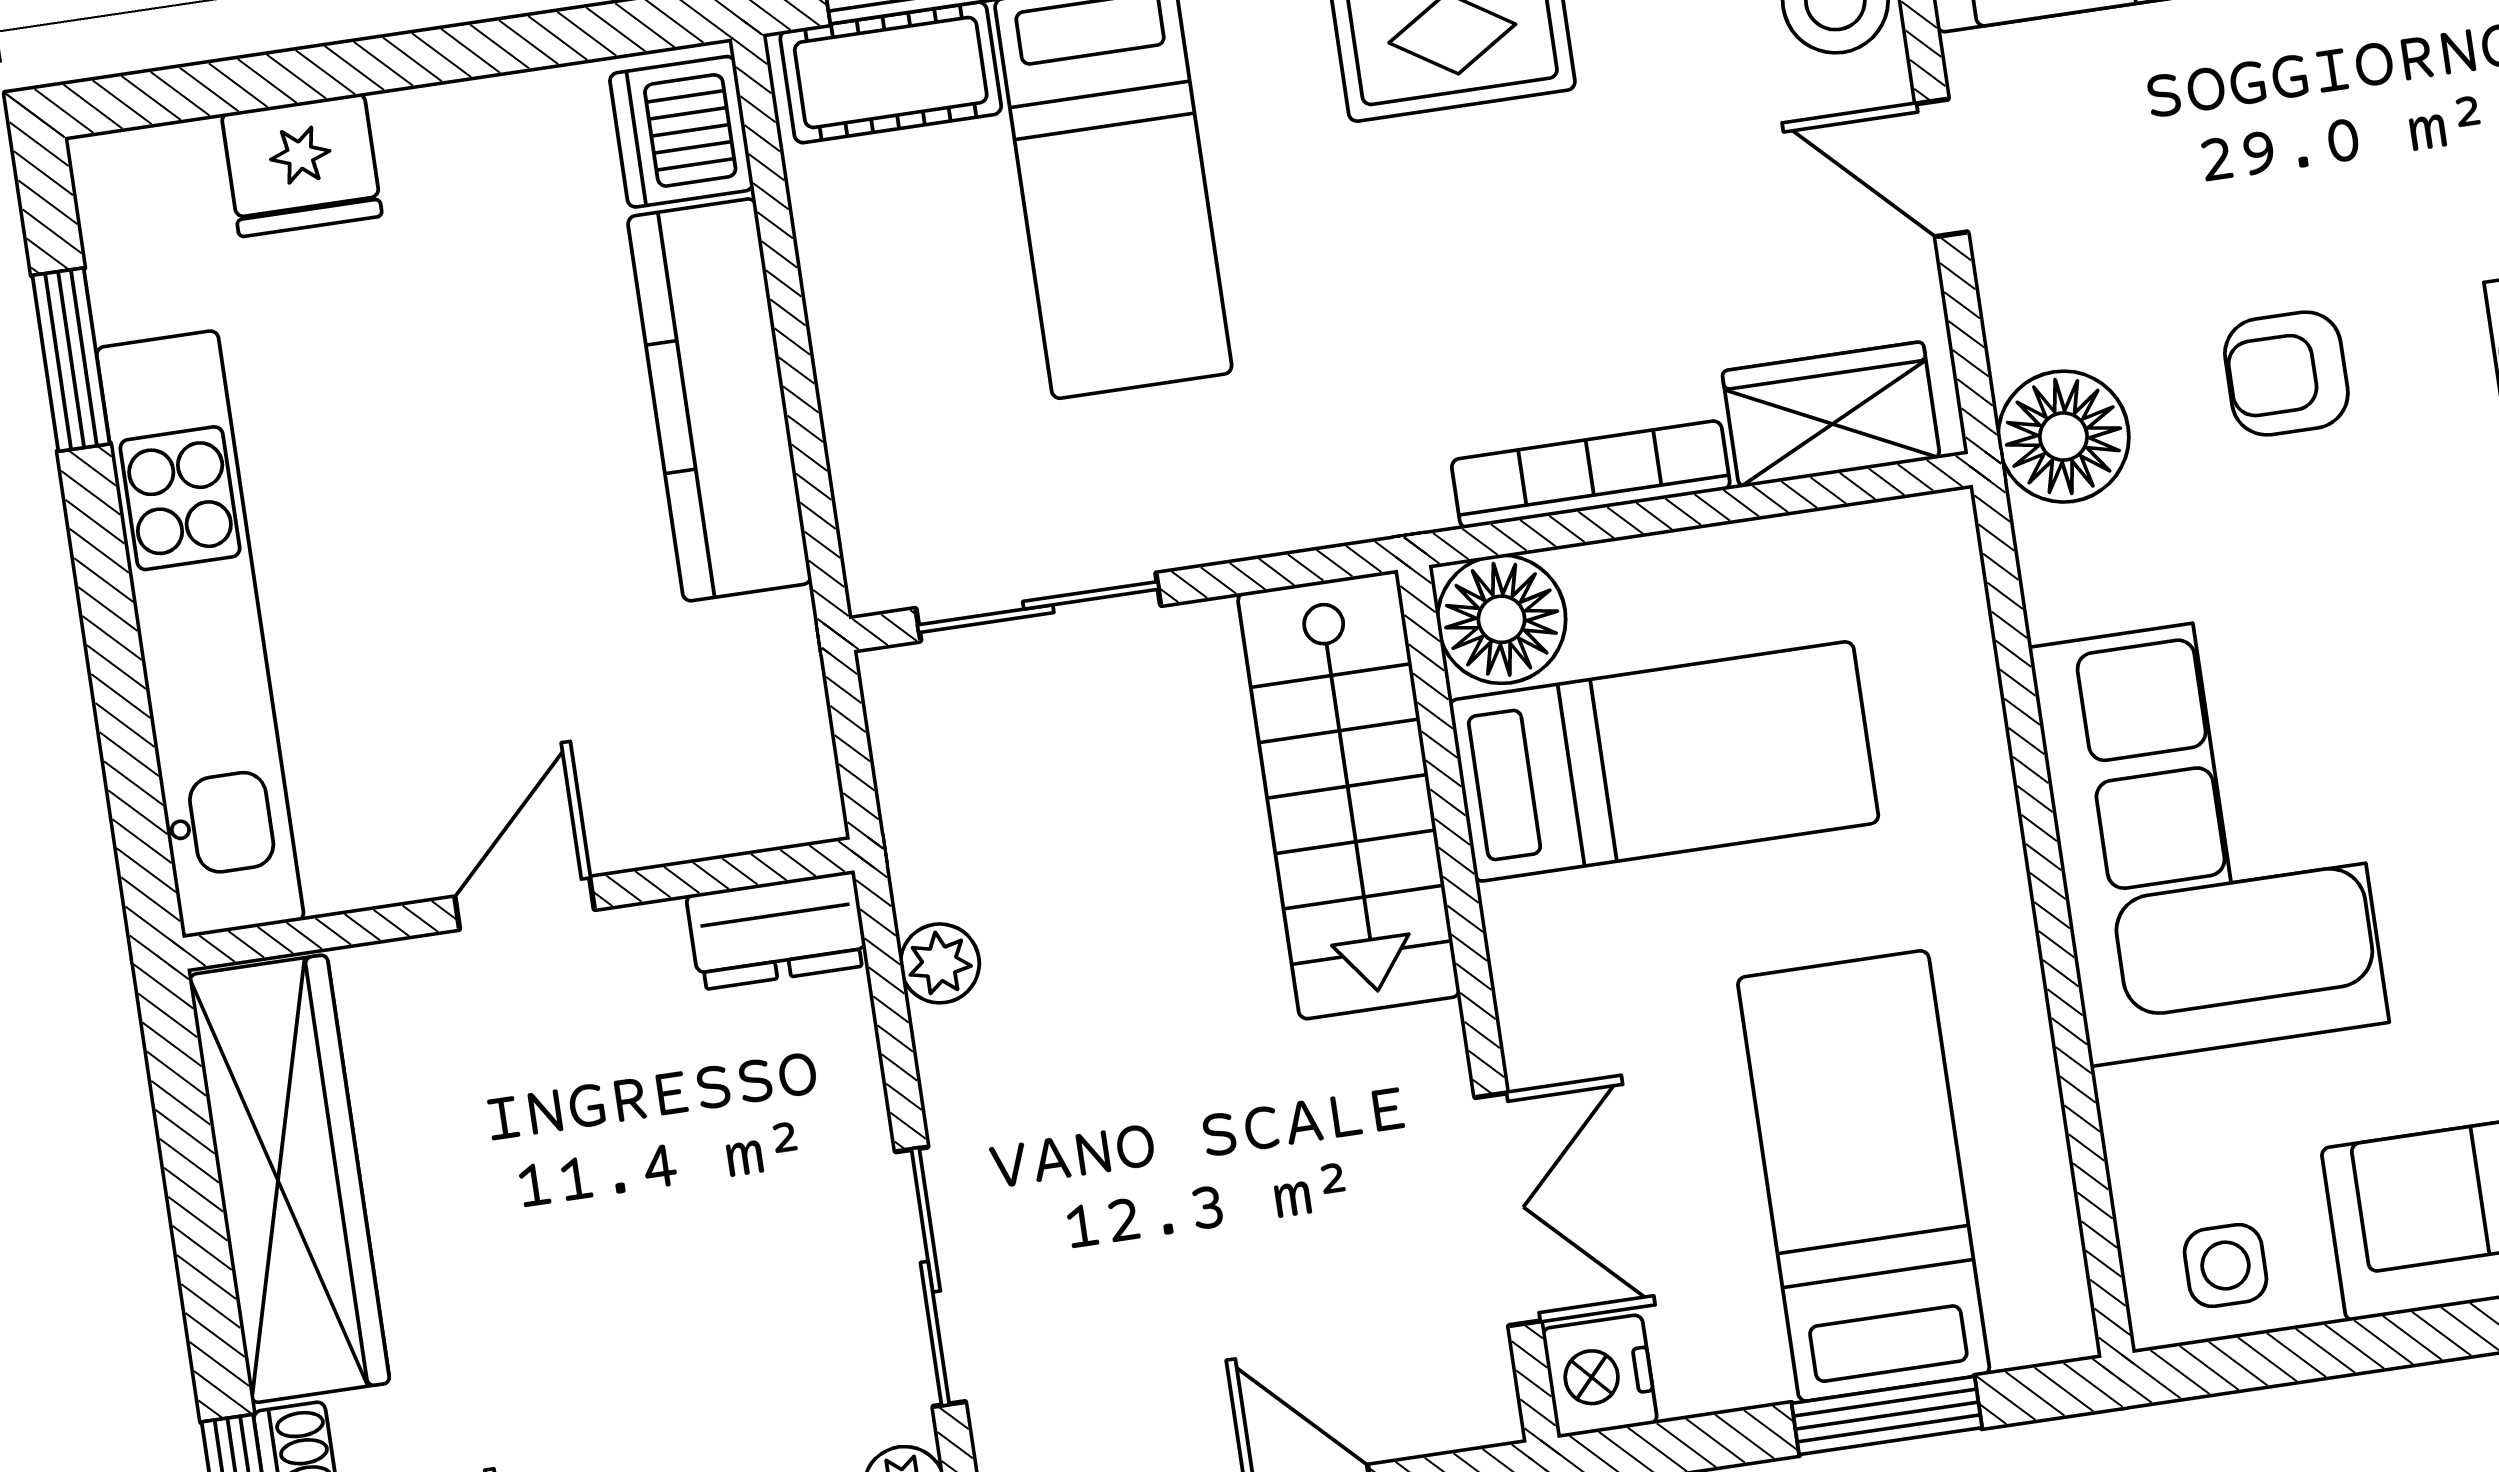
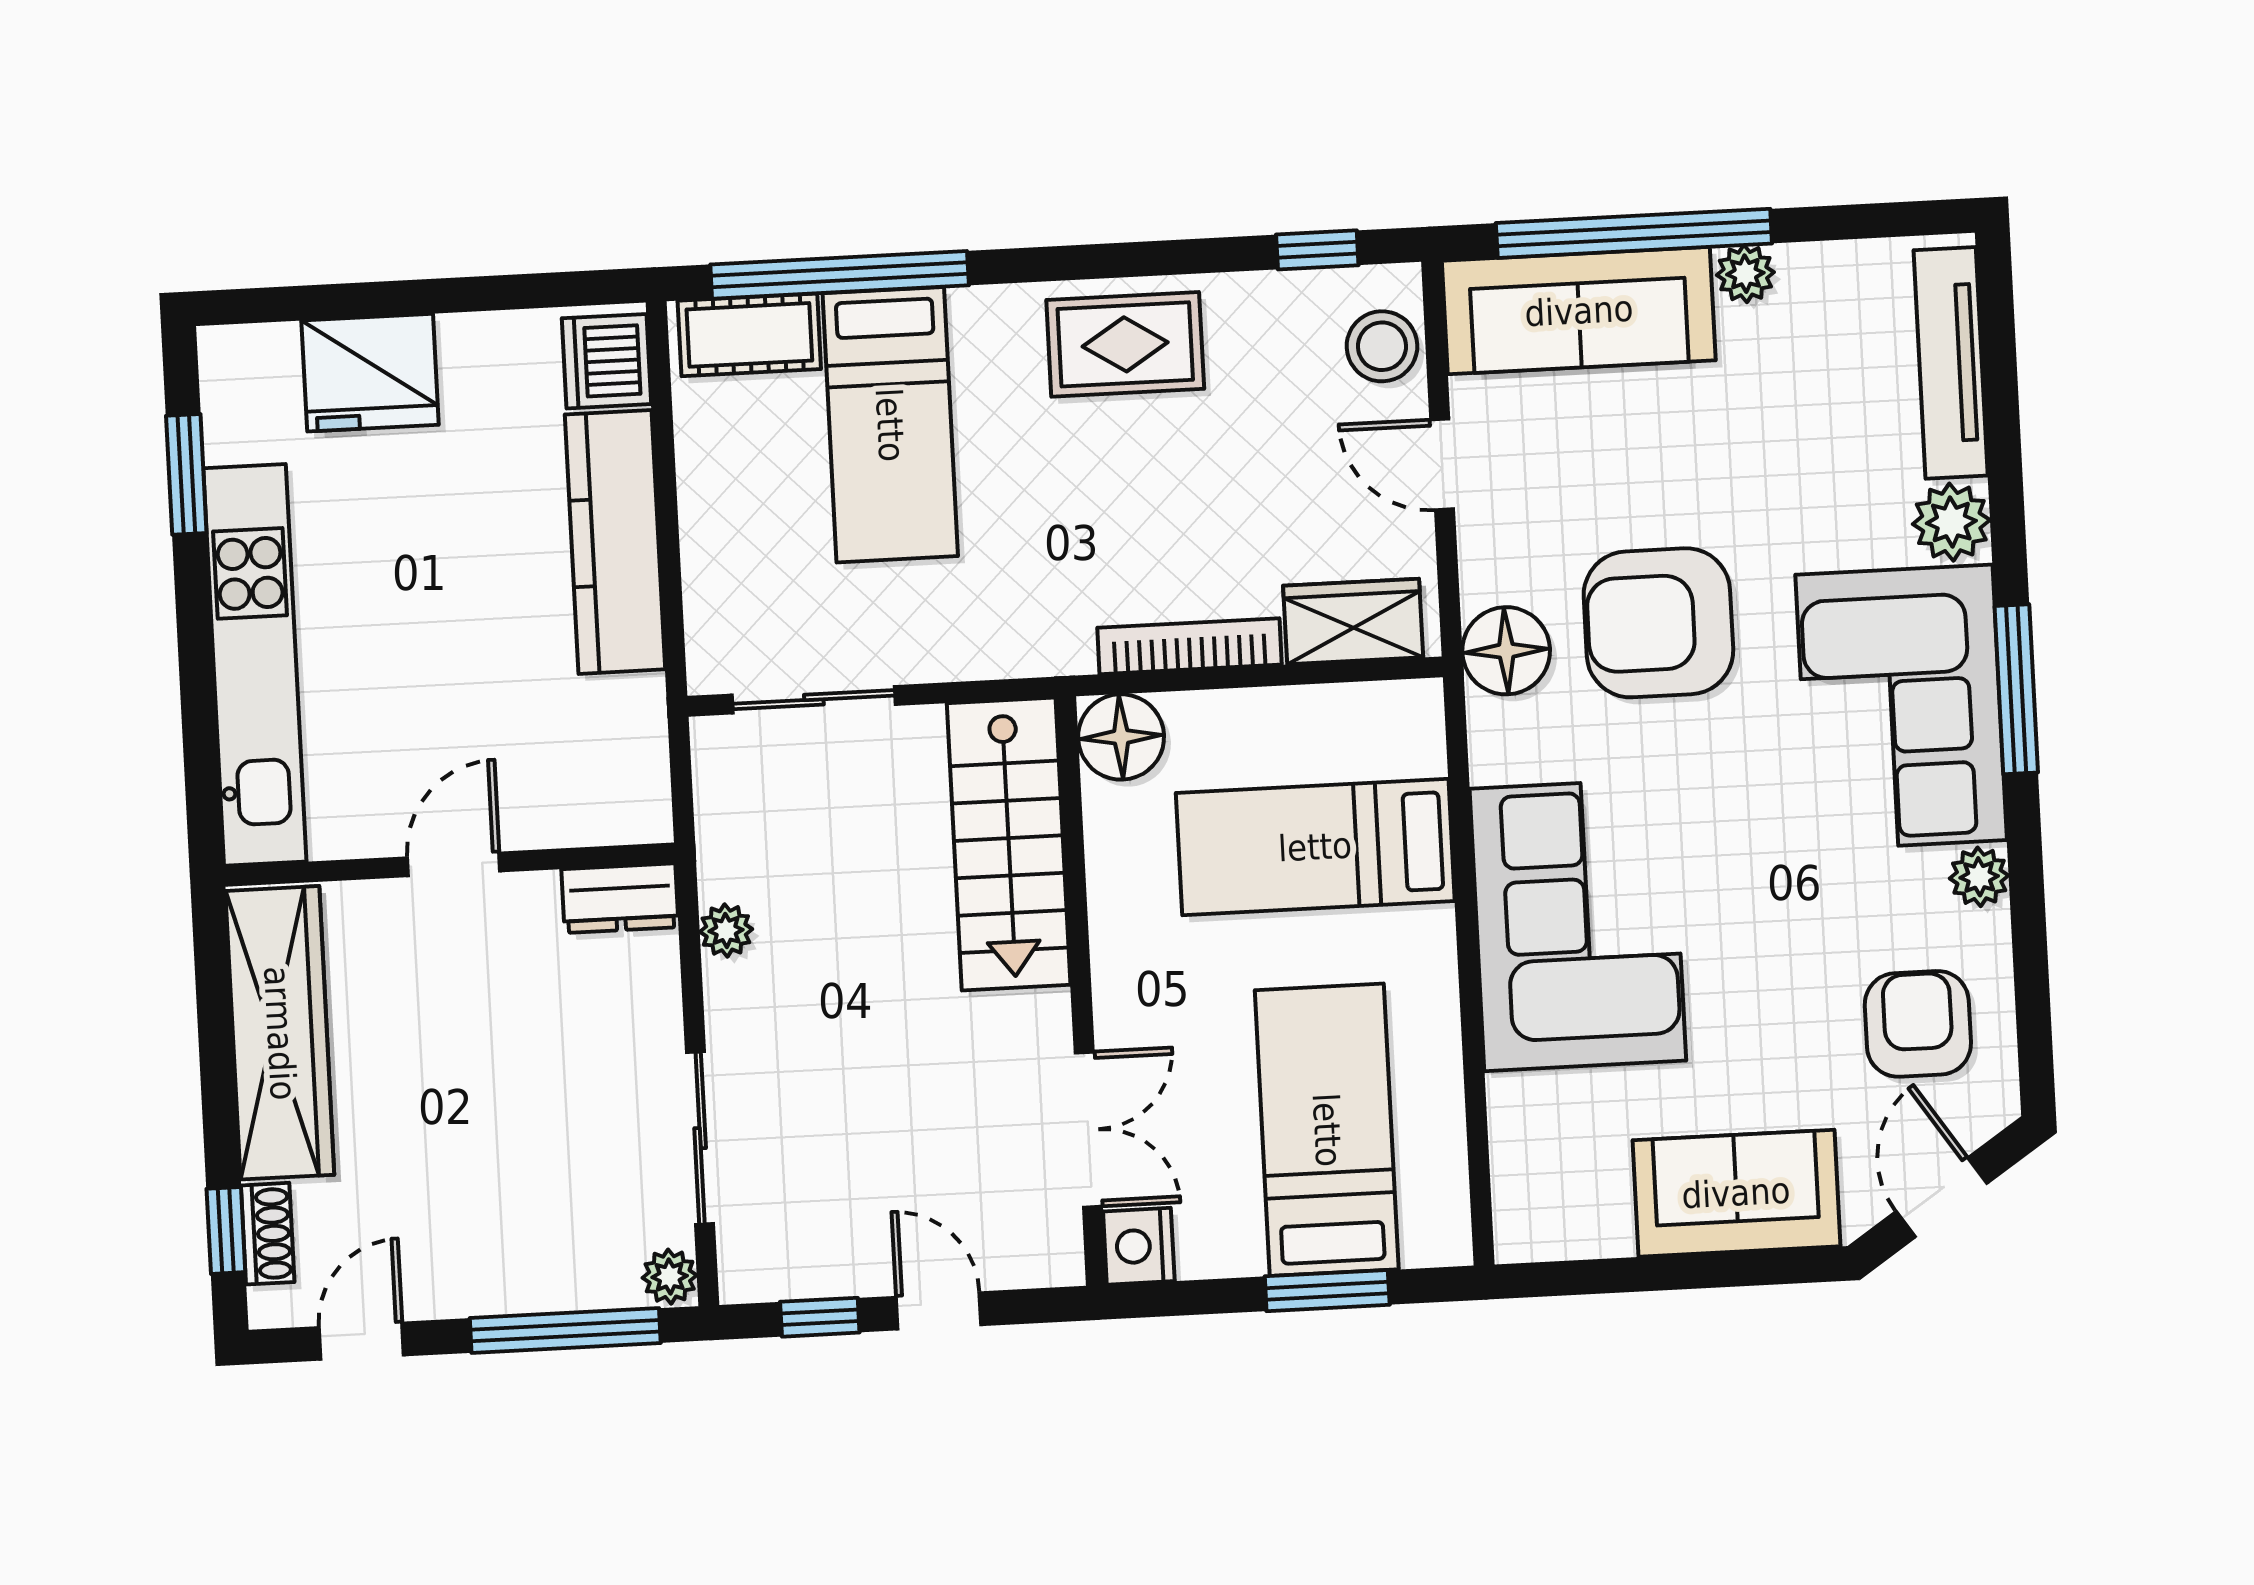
fridge: (302, 165) -> (370, 373), width x1.36, depth x1.34
armchair: (2286, 373) -> (1658, 623), width x1.88, depth x1.88
bed: (1664, 761) -> (1315, 847), moved, turned 180
side table: (2225, 1266) -> (1562, 1212), removed

